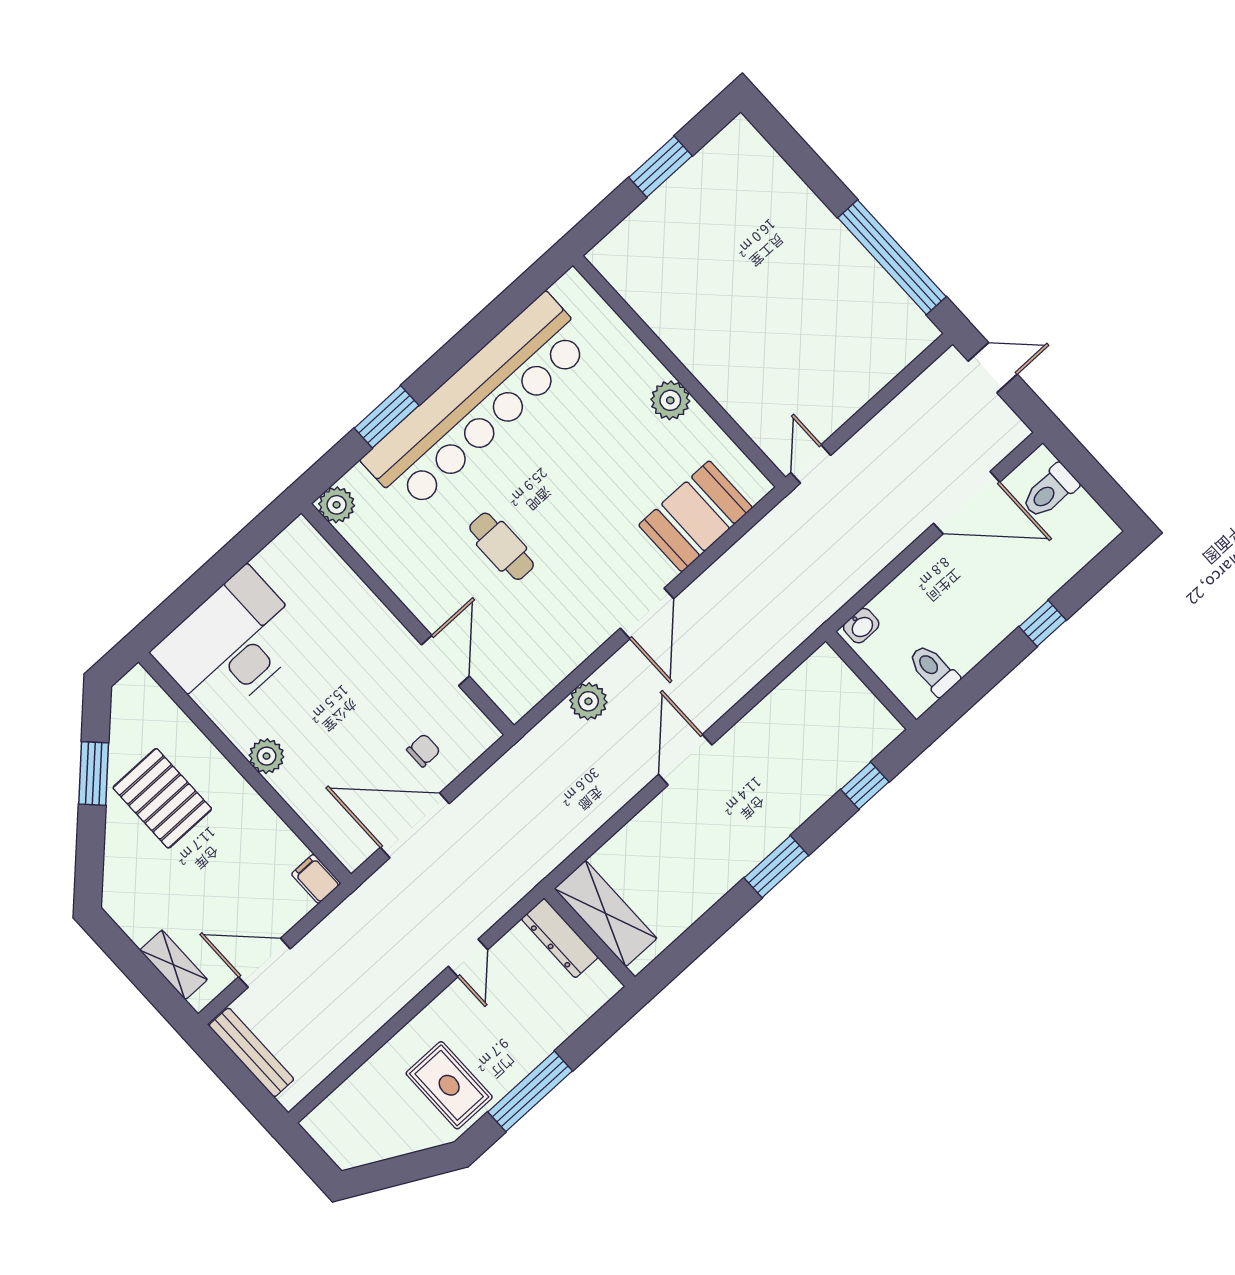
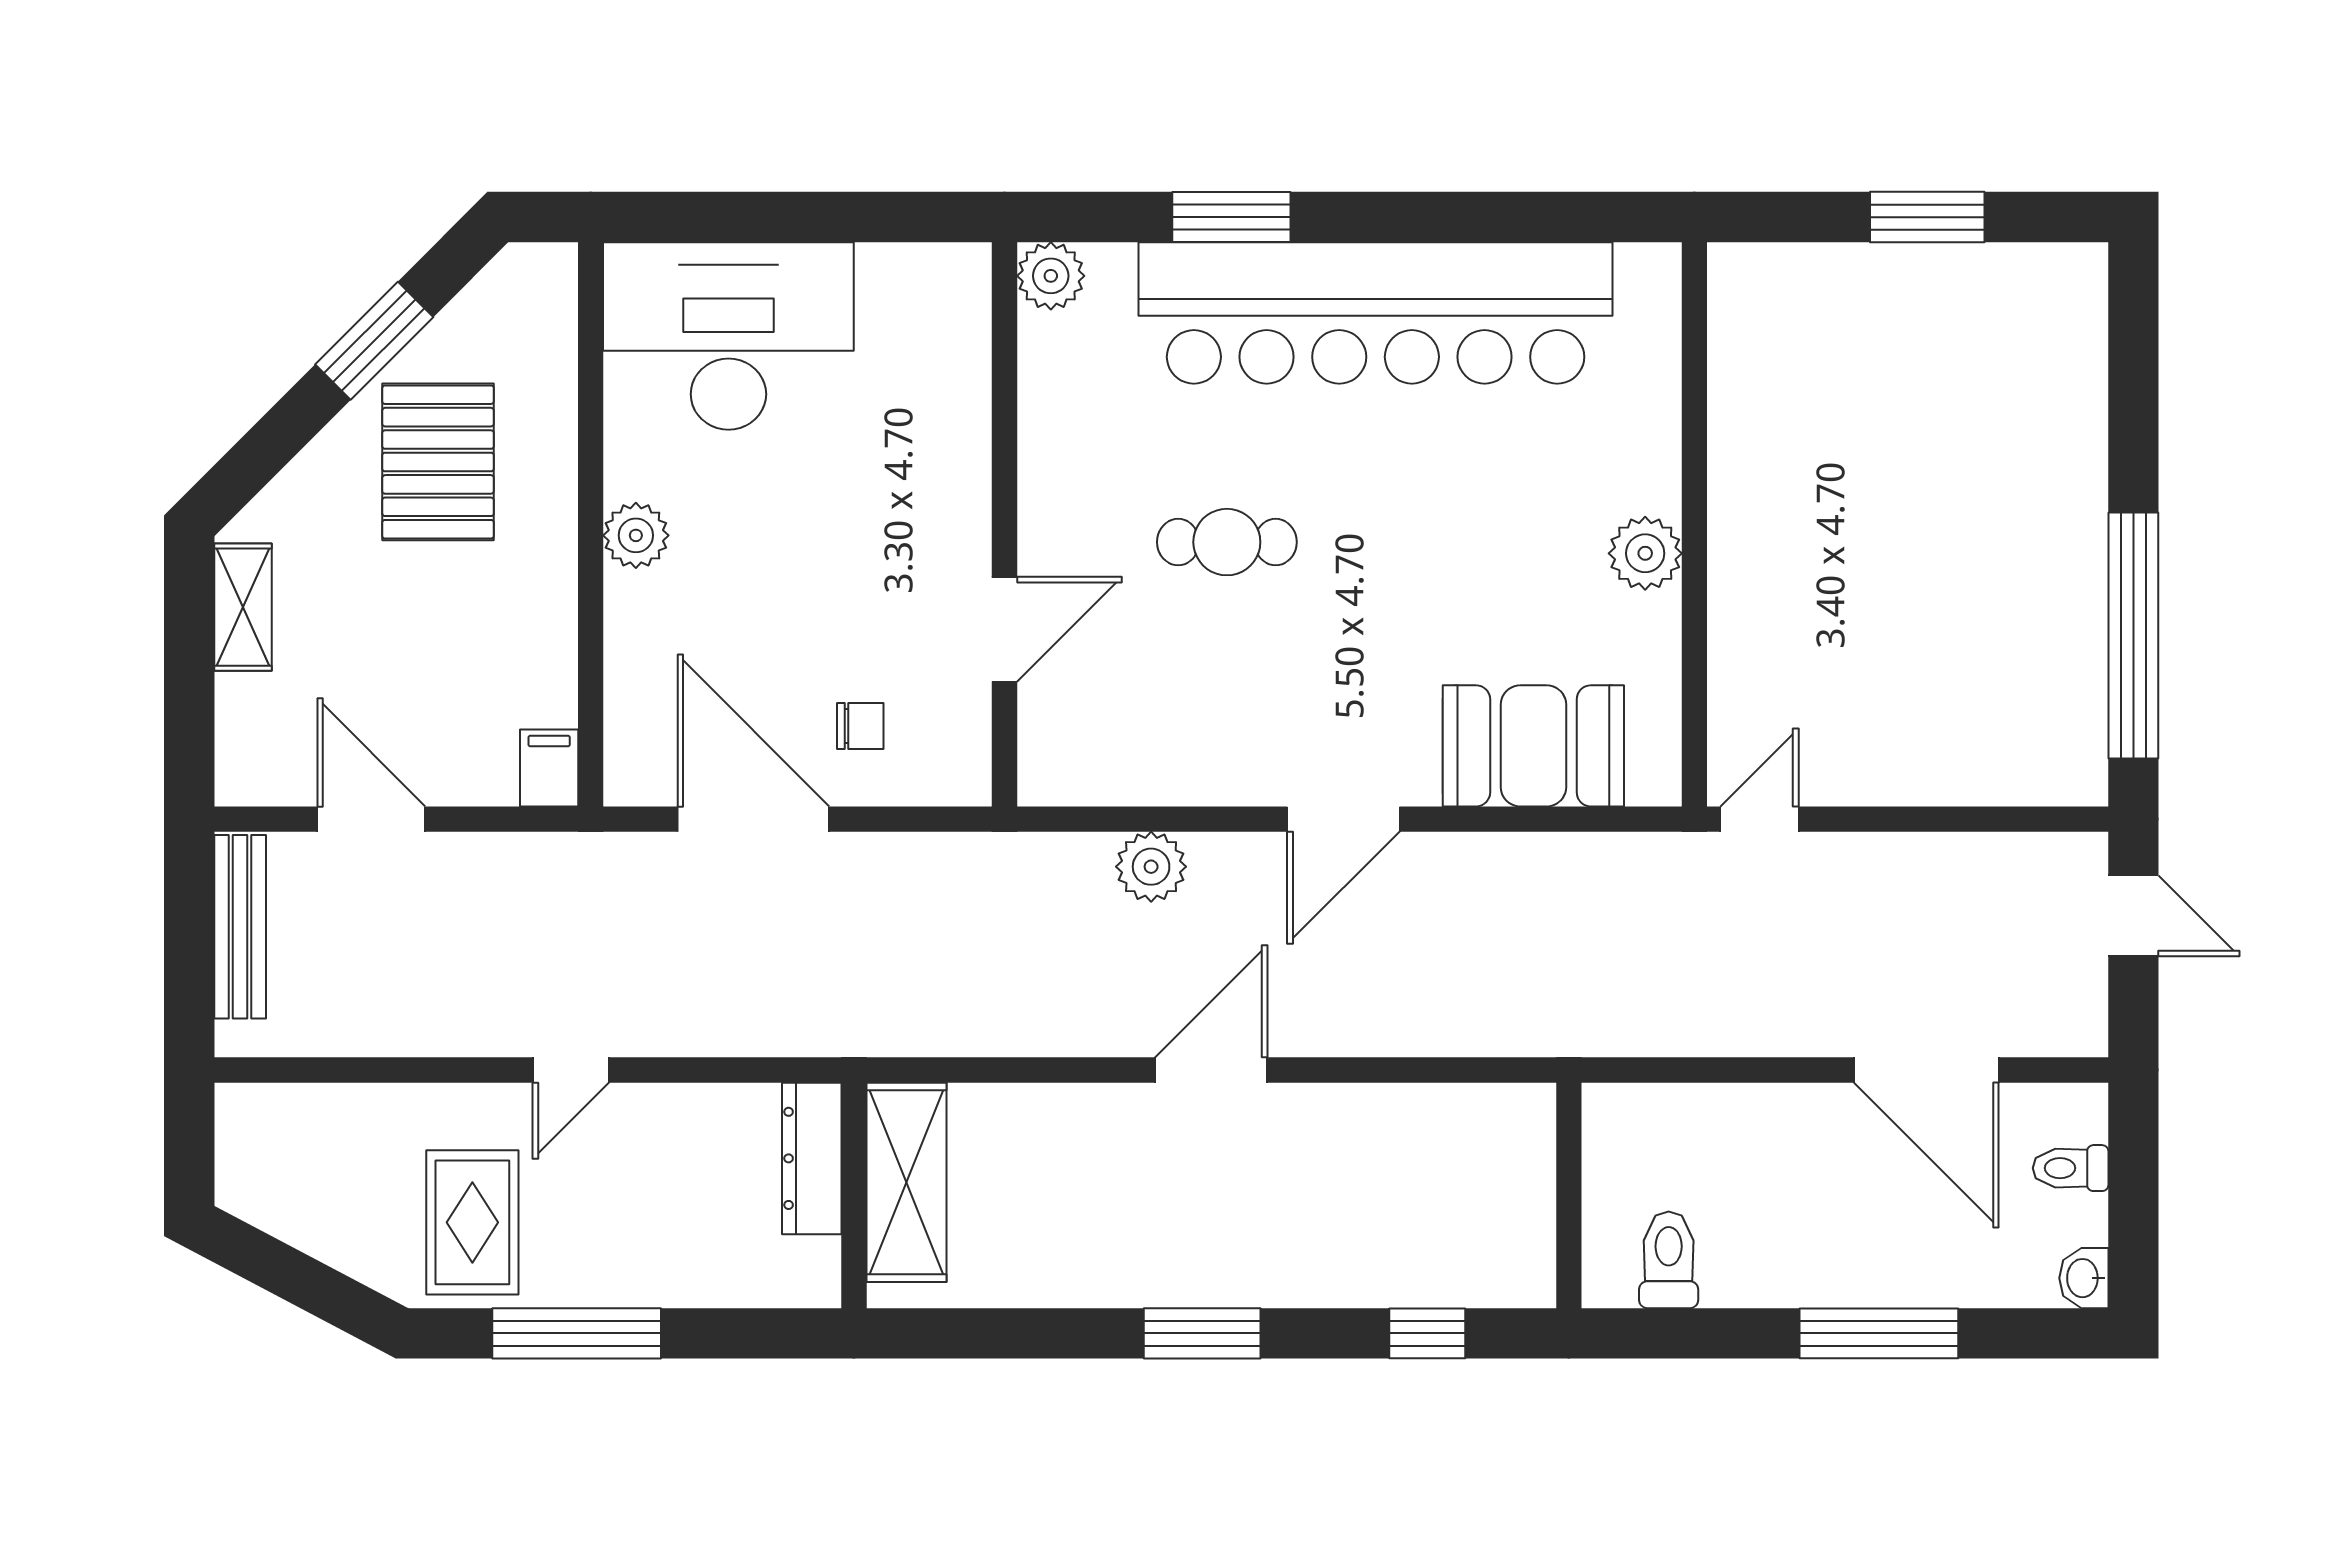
toilet: (1050, 491) -> (2071, 1168), width x0.73, depth x0.72
cafe table: (502, 546) -> (1227, 542), turned 90
window: (1043, 623) -> (1879, 1333), width x2.17
washbasin: (861, 626) -> (2084, 1278), moved, turned 90
door: (468, 958) -> (571, 1070), moved
shelving: (174, 965) -> (243, 607), moved

